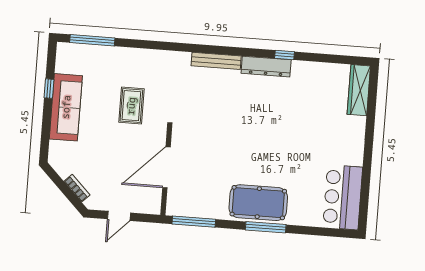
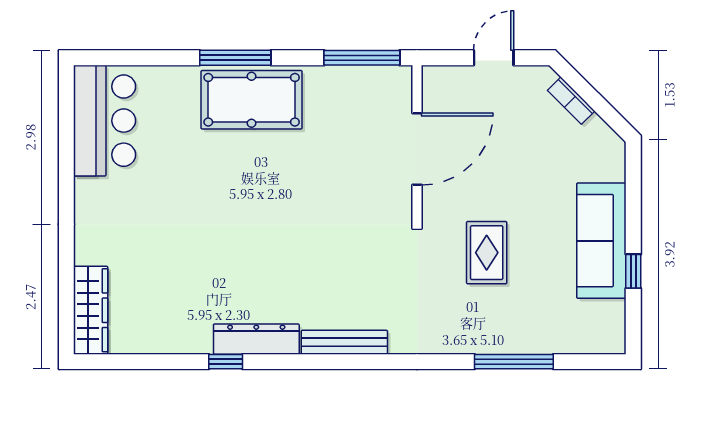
window: (92, 40) -> (514, 362), moved

